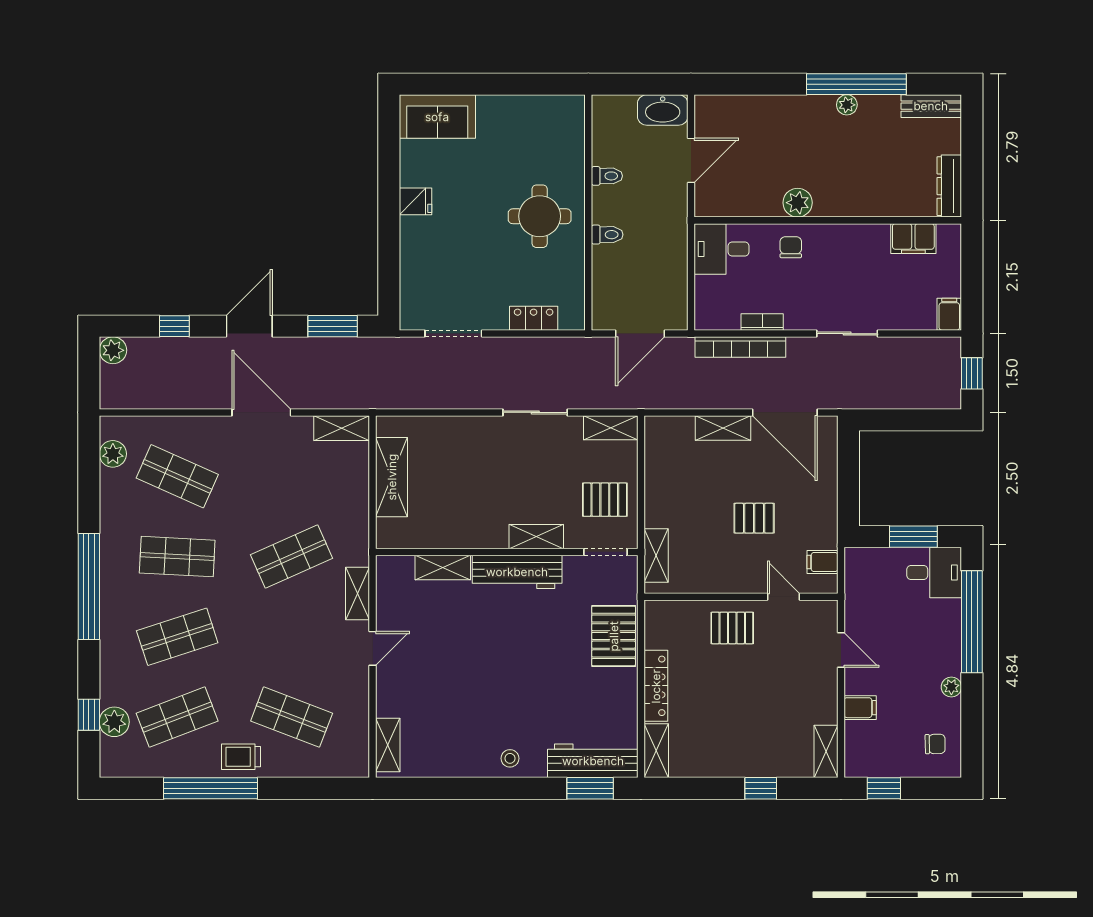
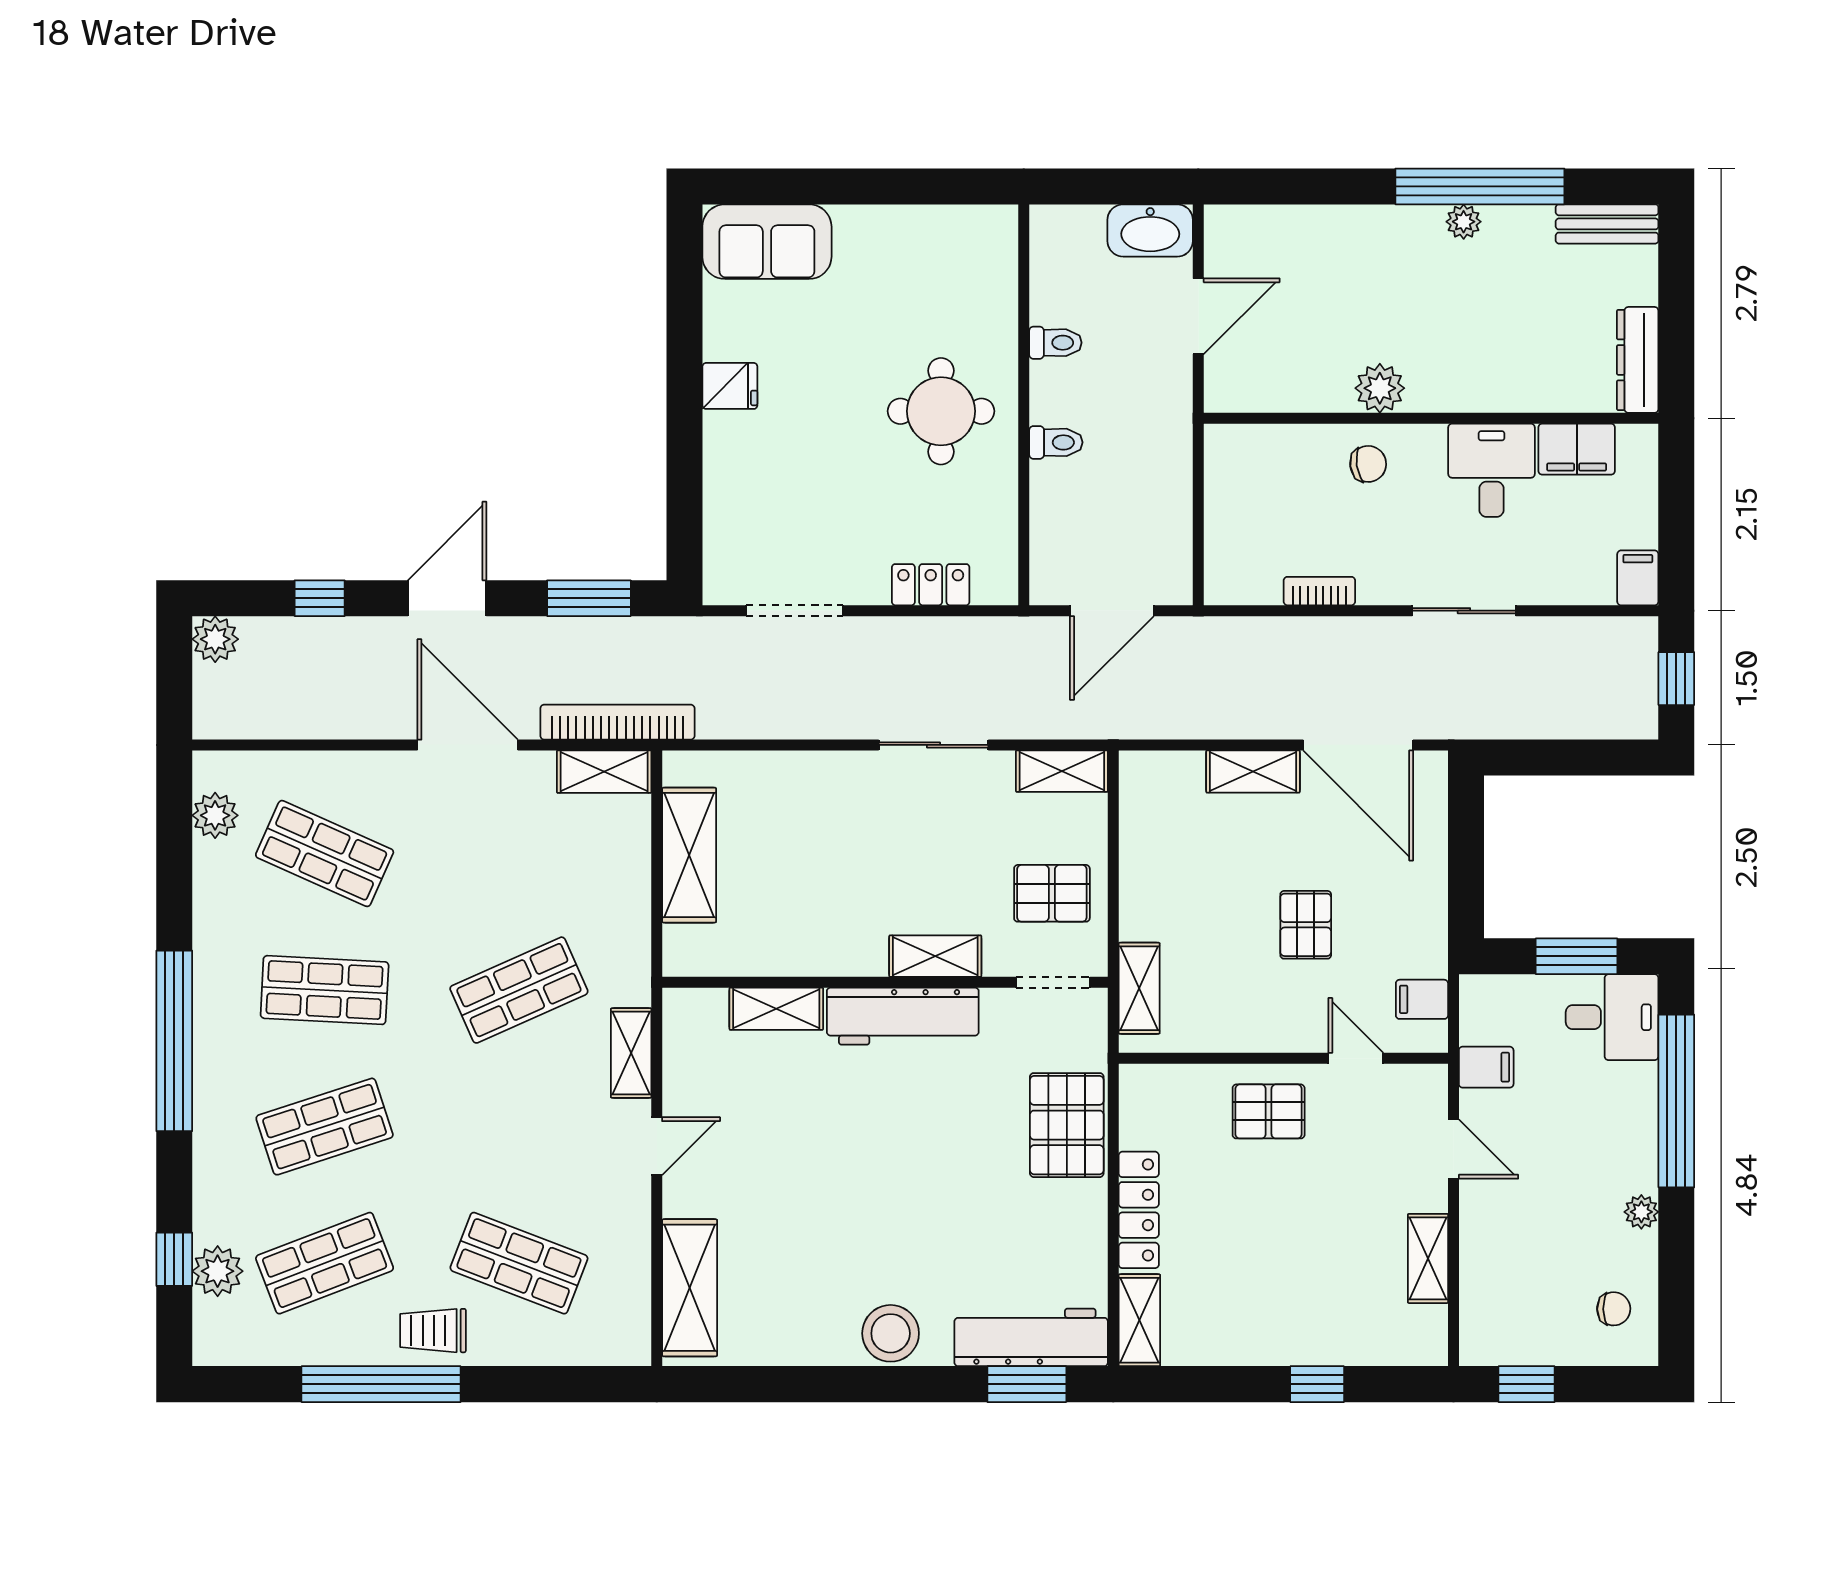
chair: (791, 247) -> (1368, 464), turned 82
desk: (722, 249) -> (1492, 470), moved, turned 90
bookcase: (740, 347) -> (617, 722), moved, turned 180
pallet: (754, 518) -> (1306, 925), turned 90
filing cabinet: (860, 708) -> (1486, 1067), moved
shelving: (388, 745) -> (690, 1288), width x1.50, depth x1.33
shelving: (826, 751) -> (1428, 1258), moved
stool: (510, 758) -> (891, 1333), width x1.89, depth x1.89

